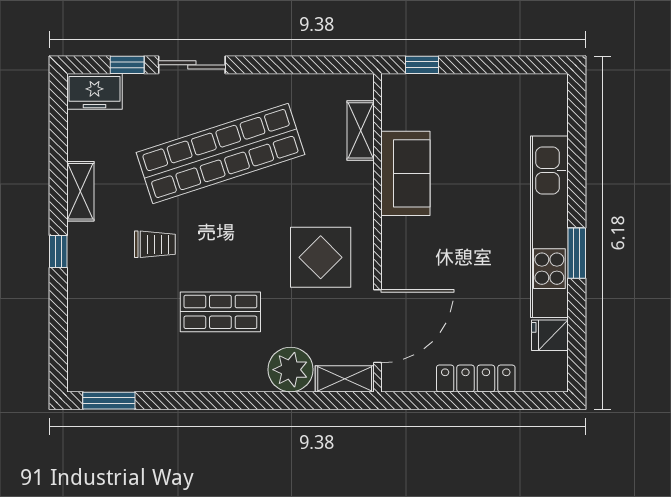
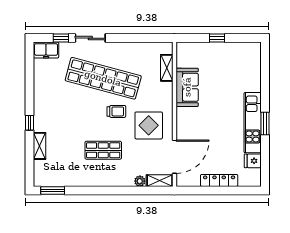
window: (422, 65) -> (217, 38), moved
shop shelf: (220, 154) -> (103, 78), turned 33
shelving: (80, 191) -> (40, 146), moved
kitchen unit: (549, 227) -> (253, 123), width x0.73
trolley: (155, 244) -> (116, 111), moved
plant: (291, 370) -> (140, 181), width x0.53, depth x0.53

